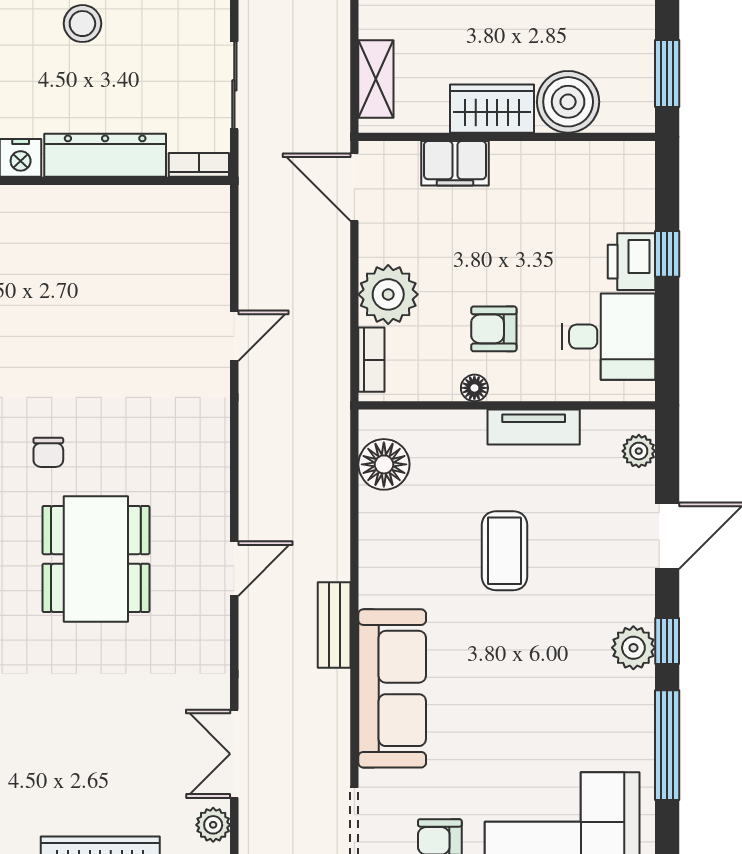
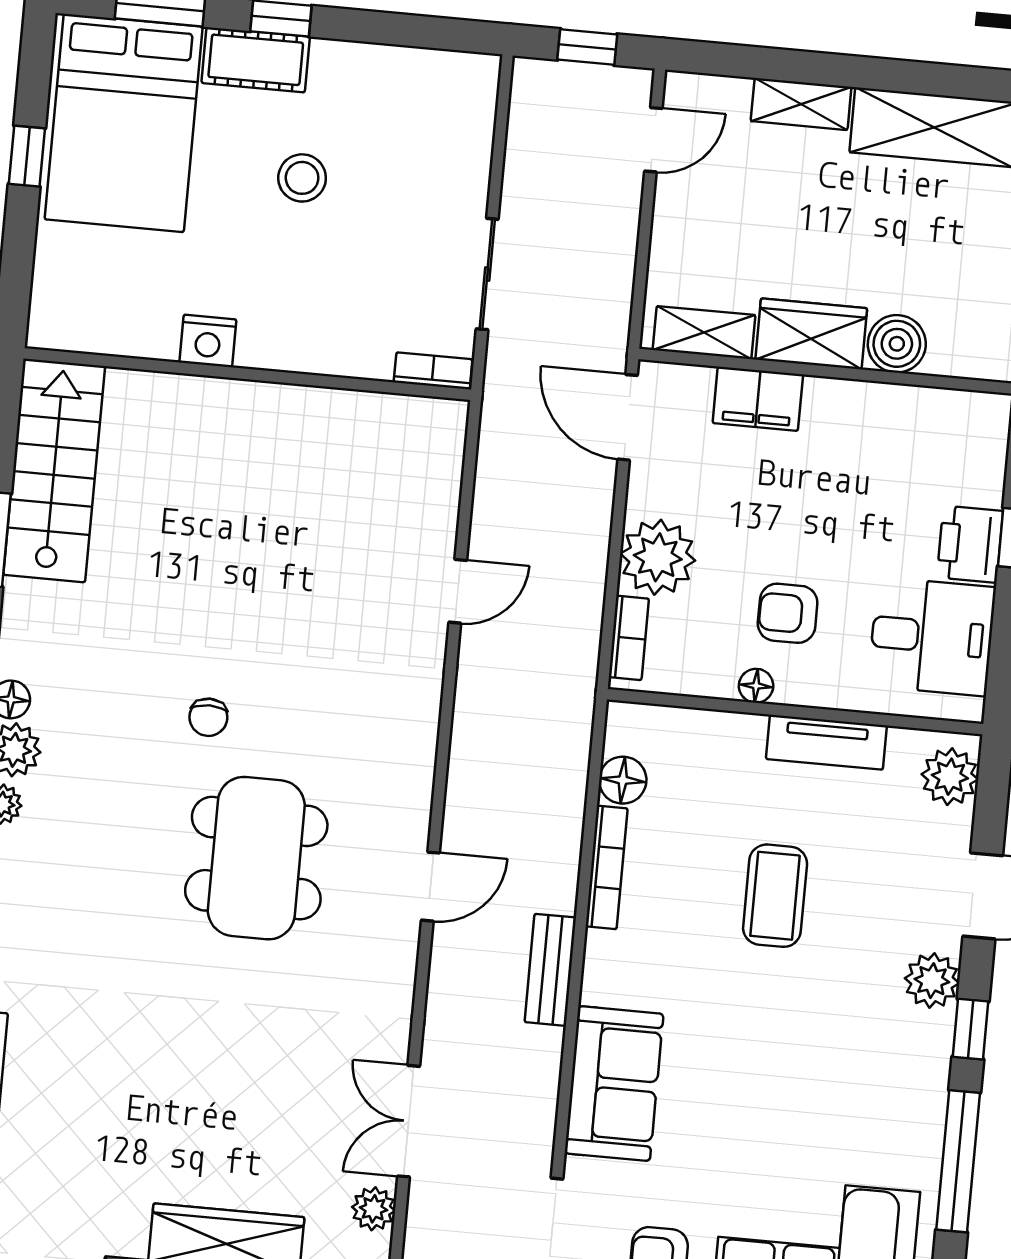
shelving: (376, 79) -> (704, 333), moved, turned 90
boiler: (568, 102) -> (897, 344), width x0.73, depth x0.73
dresser: (105, 155) -> (315, 348), removed
plant: (639, 451) -> (950, 777), width x1.38, depth x1.38
floor lamp: (384, 464) -> (623, 780), width x0.73, depth x0.73
bookcase: (371, 541) -> (607, 867), added
plant: (633, 648) -> (932, 981), moved
sofa: (392, 688) -> (614, 1084), width x0.73

